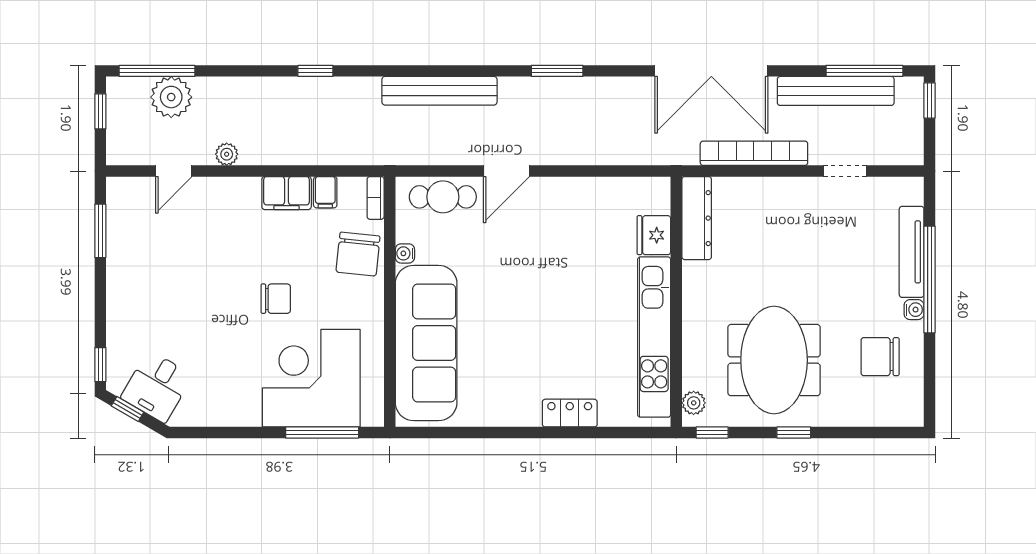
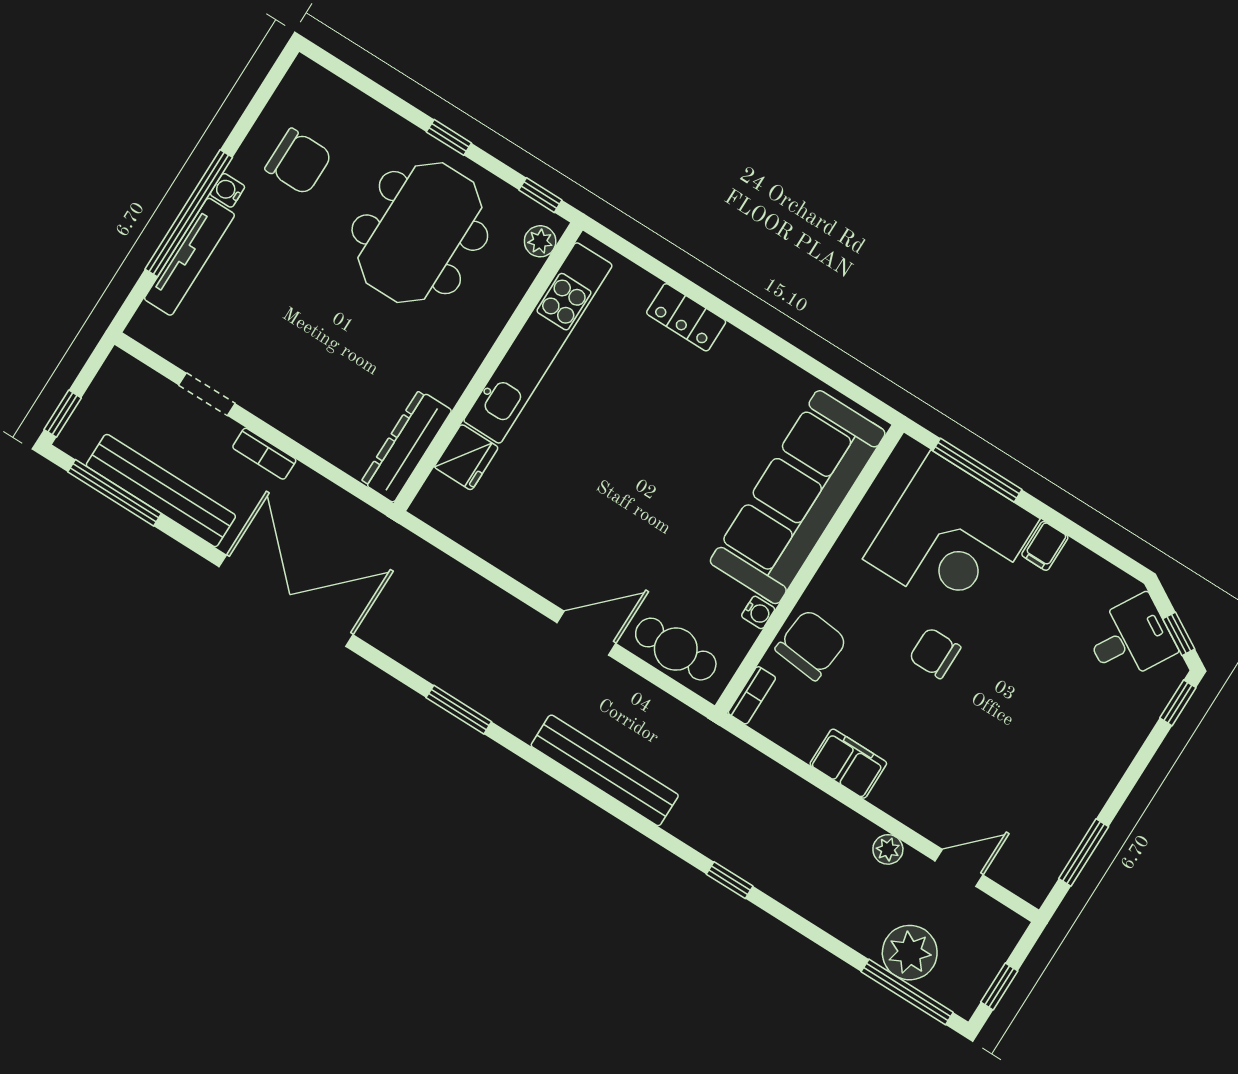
bookcase: (754, 153) -> (264, 454), width x0.43, depth x0.76
filing cabinet: (325, 192) -> (1045, 546), moved, turned 180

